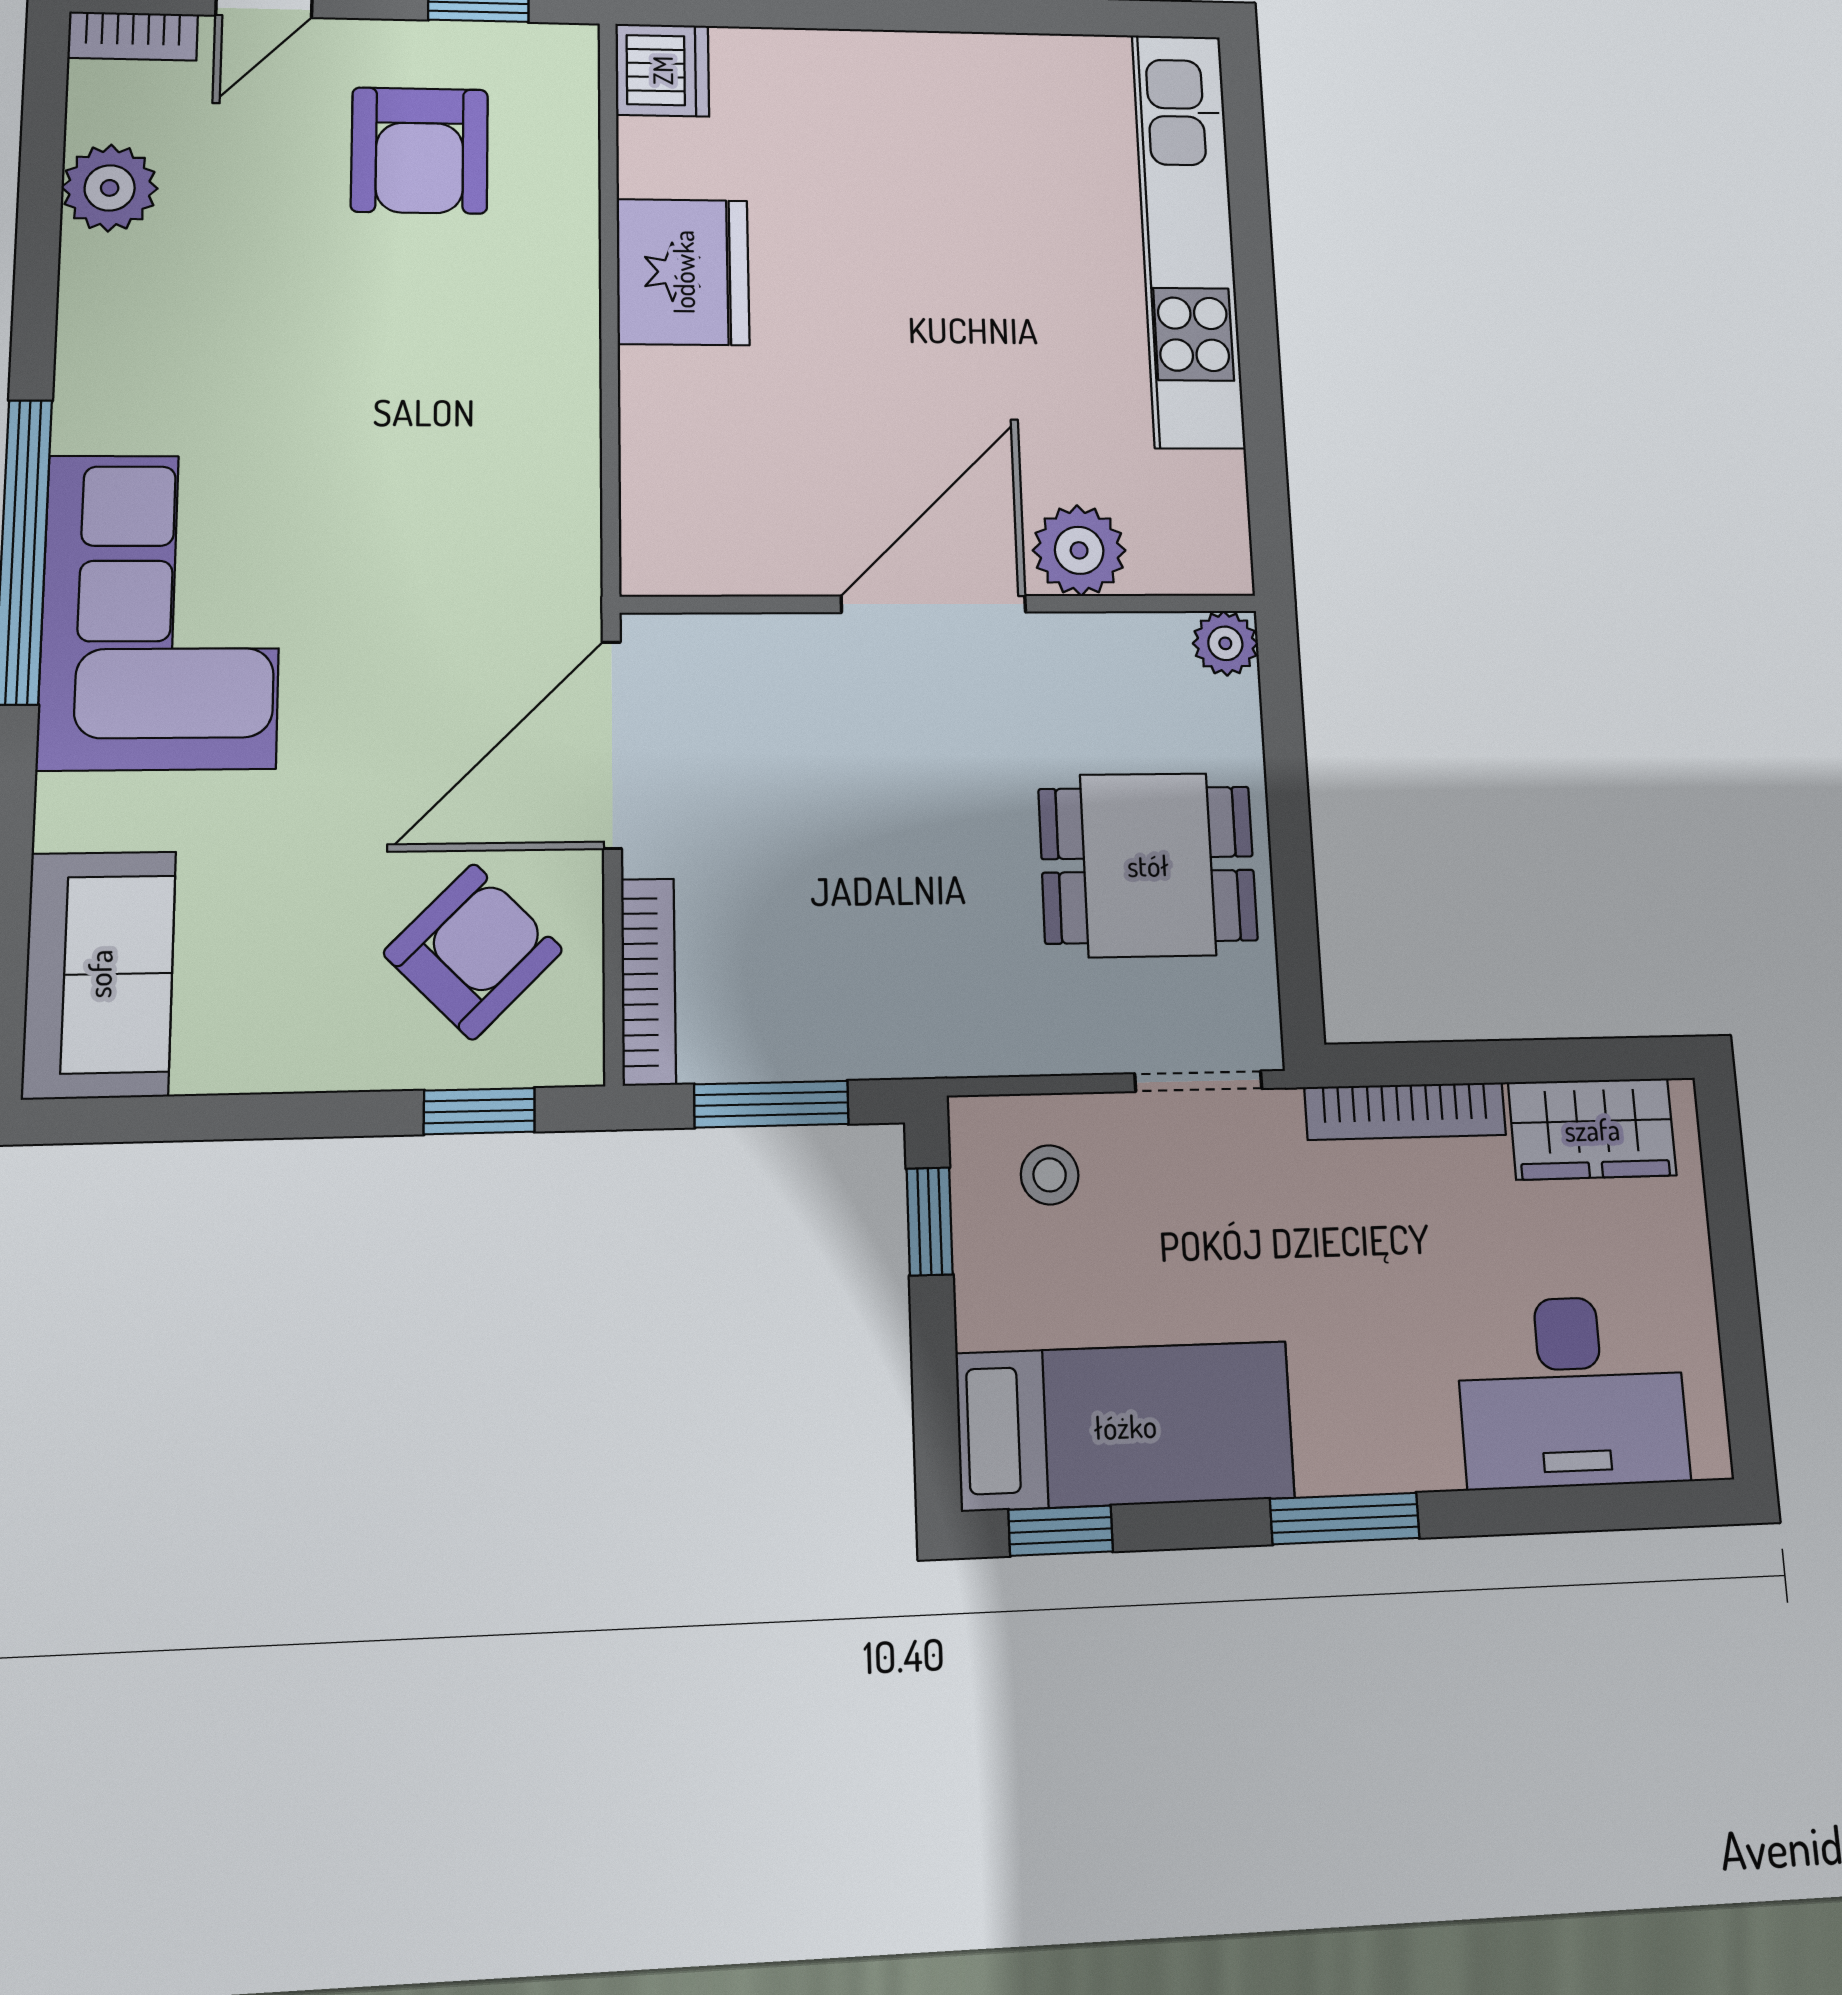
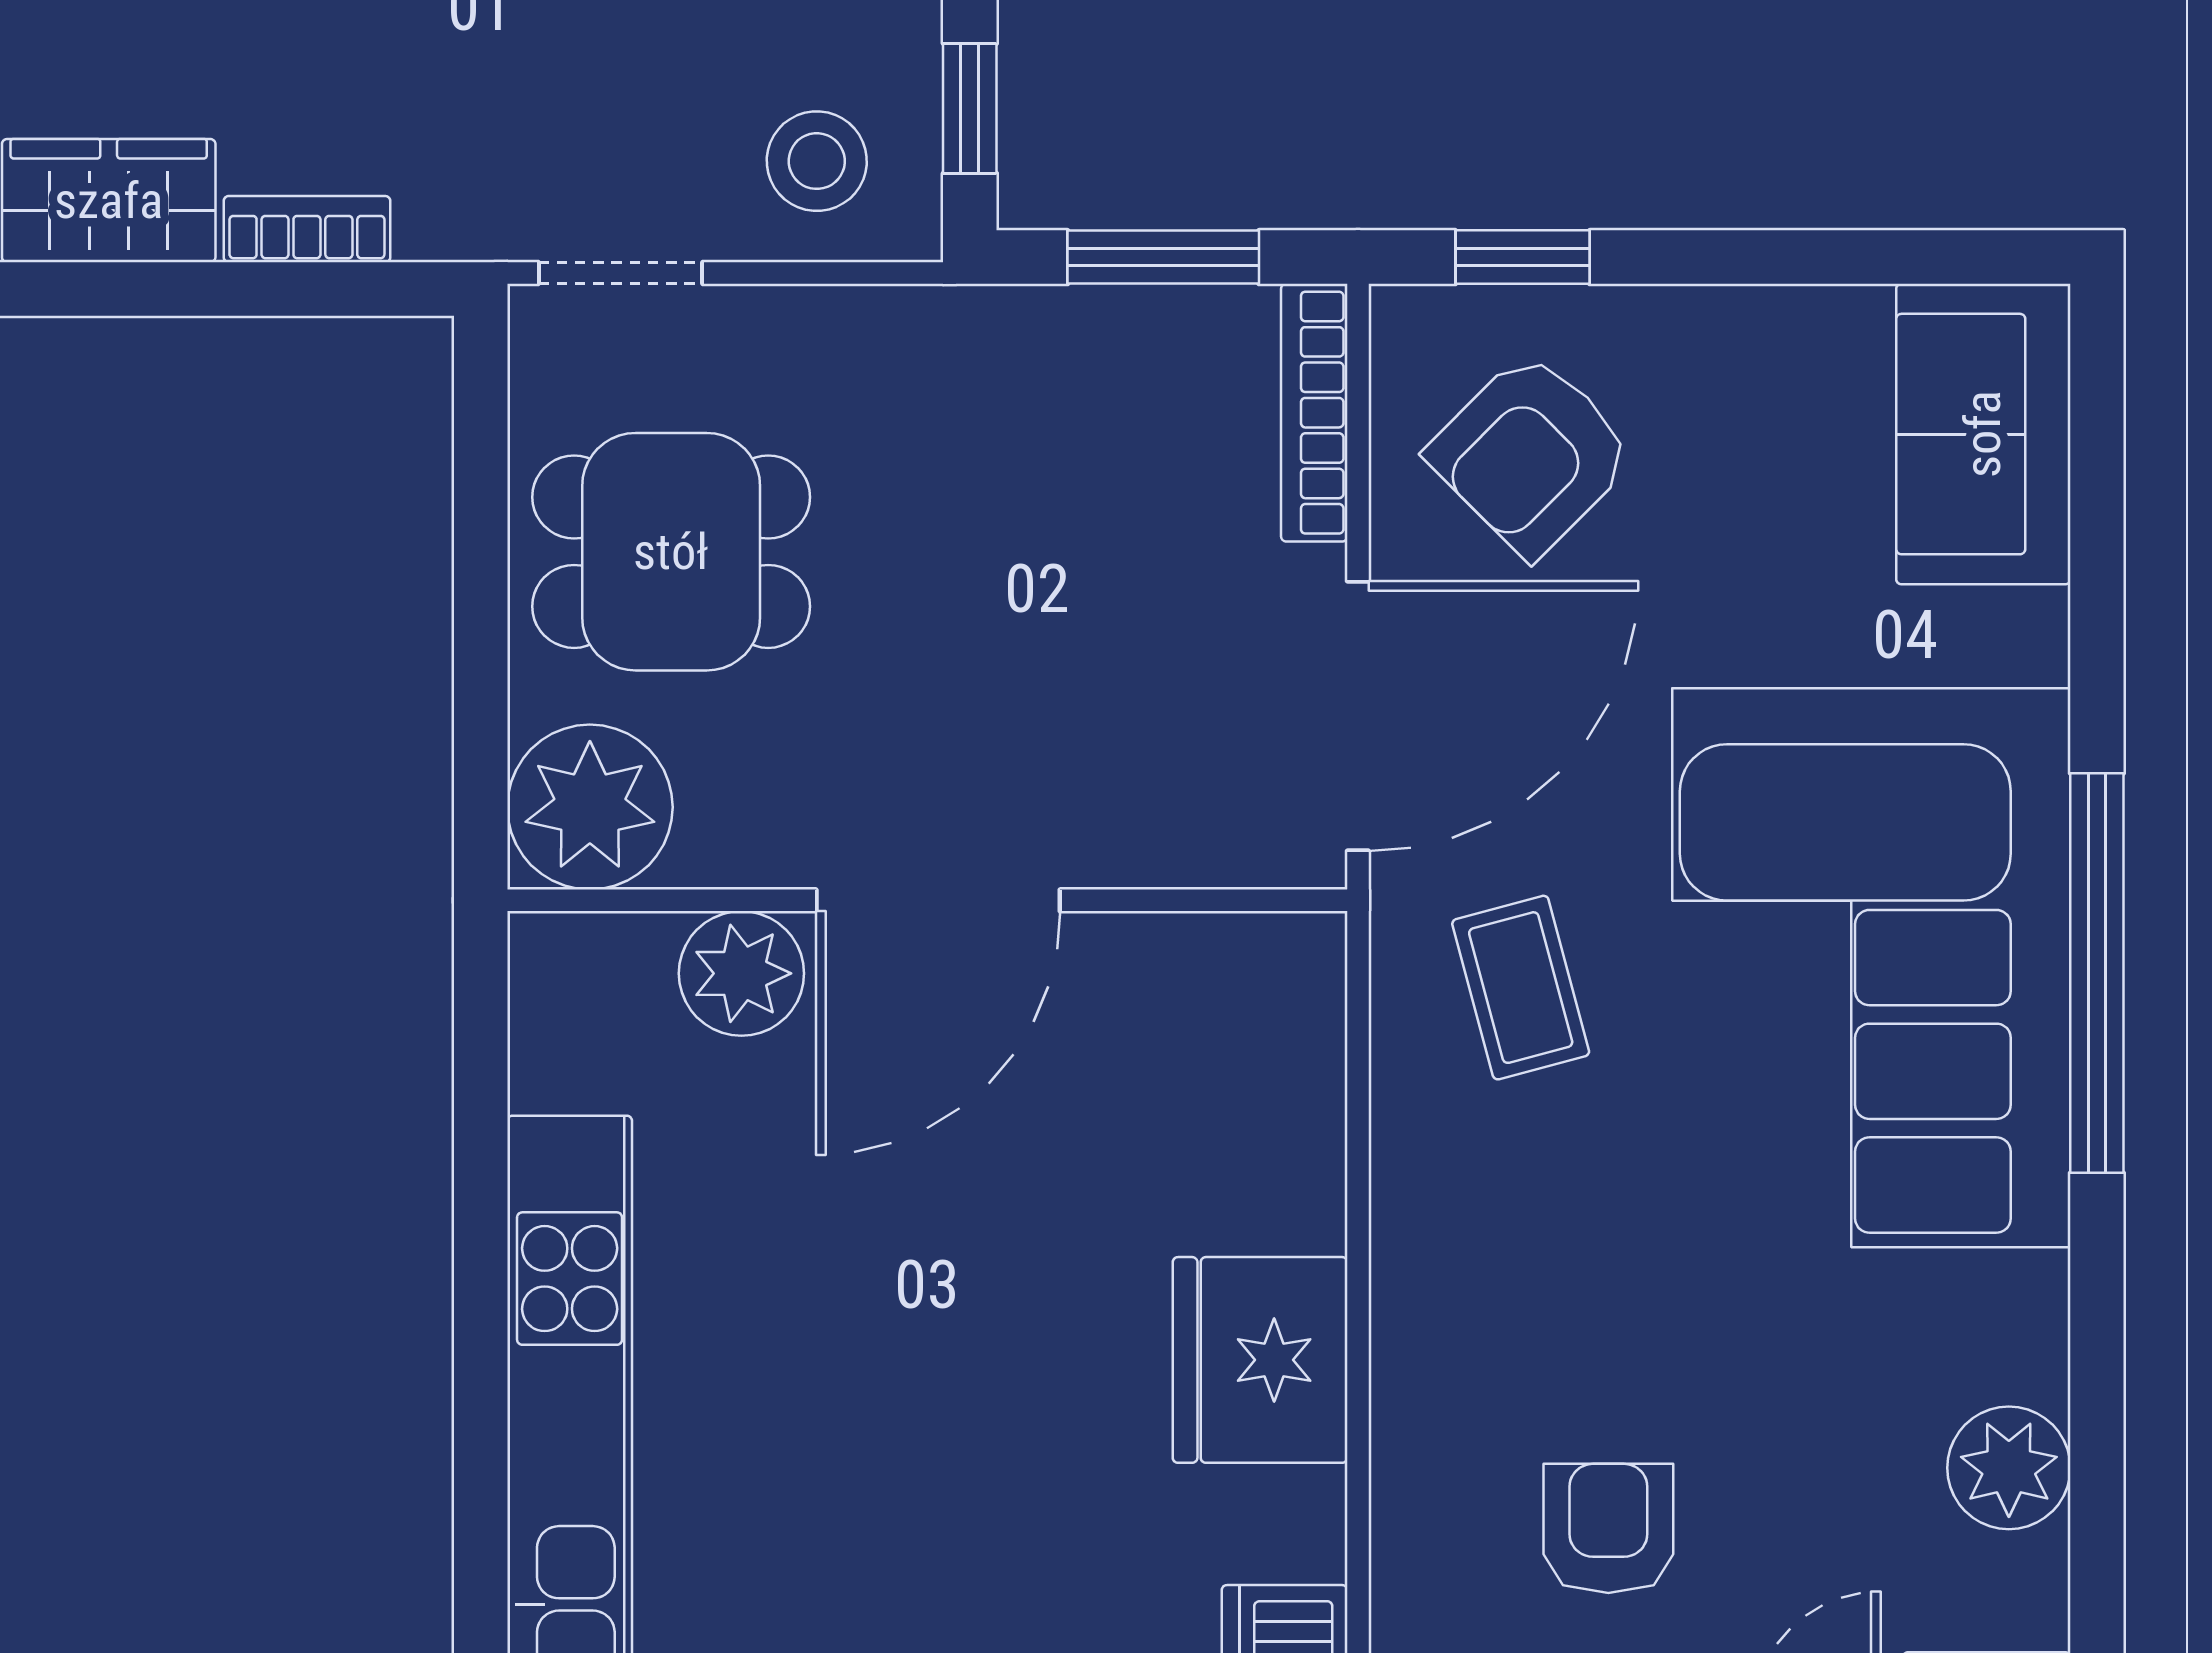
armchair: (420, 150) -> (1608, 1528), width x0.72, depth x0.72
coffee table: (484, 540) -> (1521, 988), added
corner sofa: (162, 611) -> (1871, 968), width x1.36, depth x1.36
plant: (1225, 643) -> (590, 807), width x1.88, depth x1.88
bookcase: (1405, 1111) -> (307, 229), width x0.64
stool: (1050, 1175) -> (817, 161), width x1.37, depth x1.37

